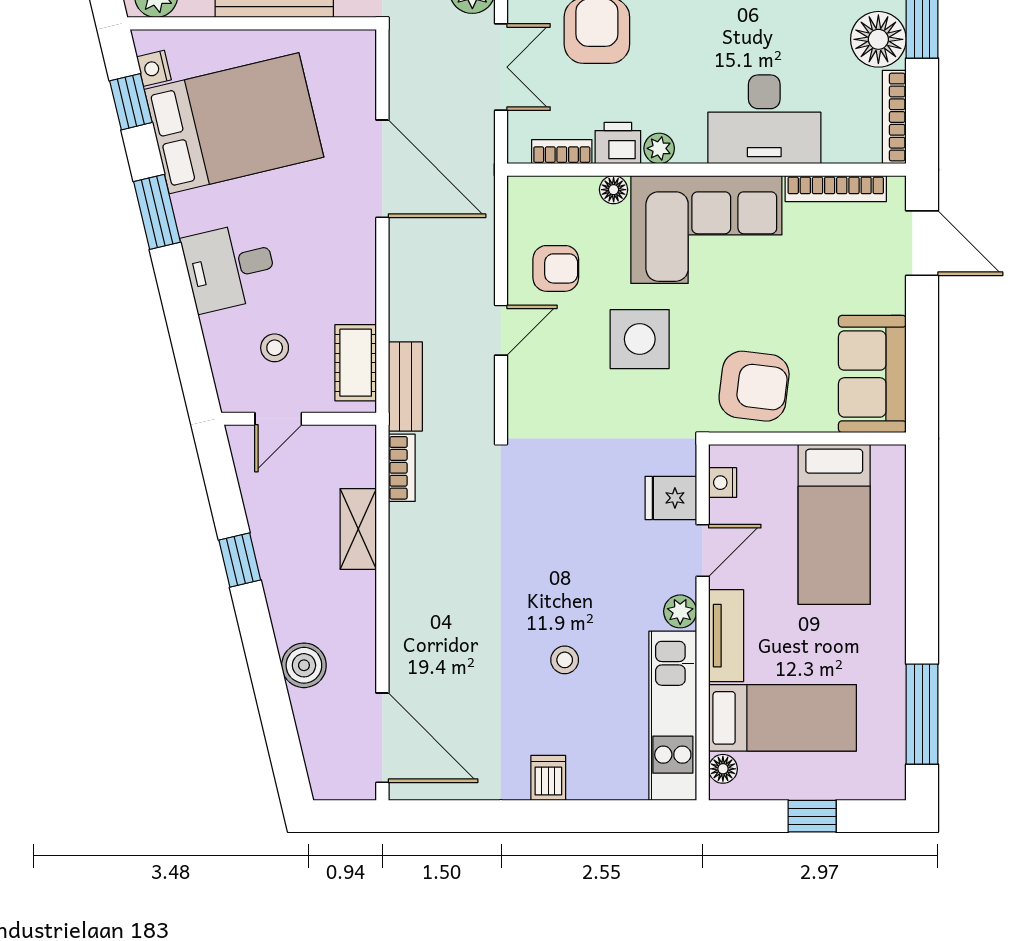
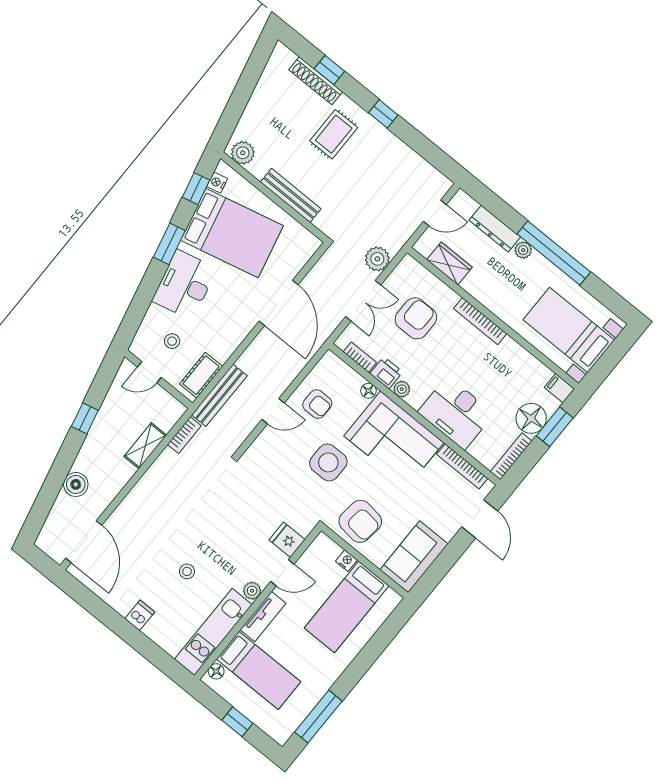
desk: (230, 267) -> (185, 285), width x1.37
bench: (405, 386) -> (219, 395), width x1.36
nightstand: (723, 483) -> (346, 561), moved, turned 90

